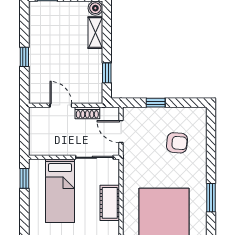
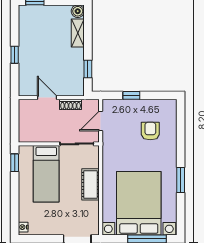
door: (121, 132) -> (101, 121), hinge flipped
armchair: (177, 143) -> (150, 131), turned -95

